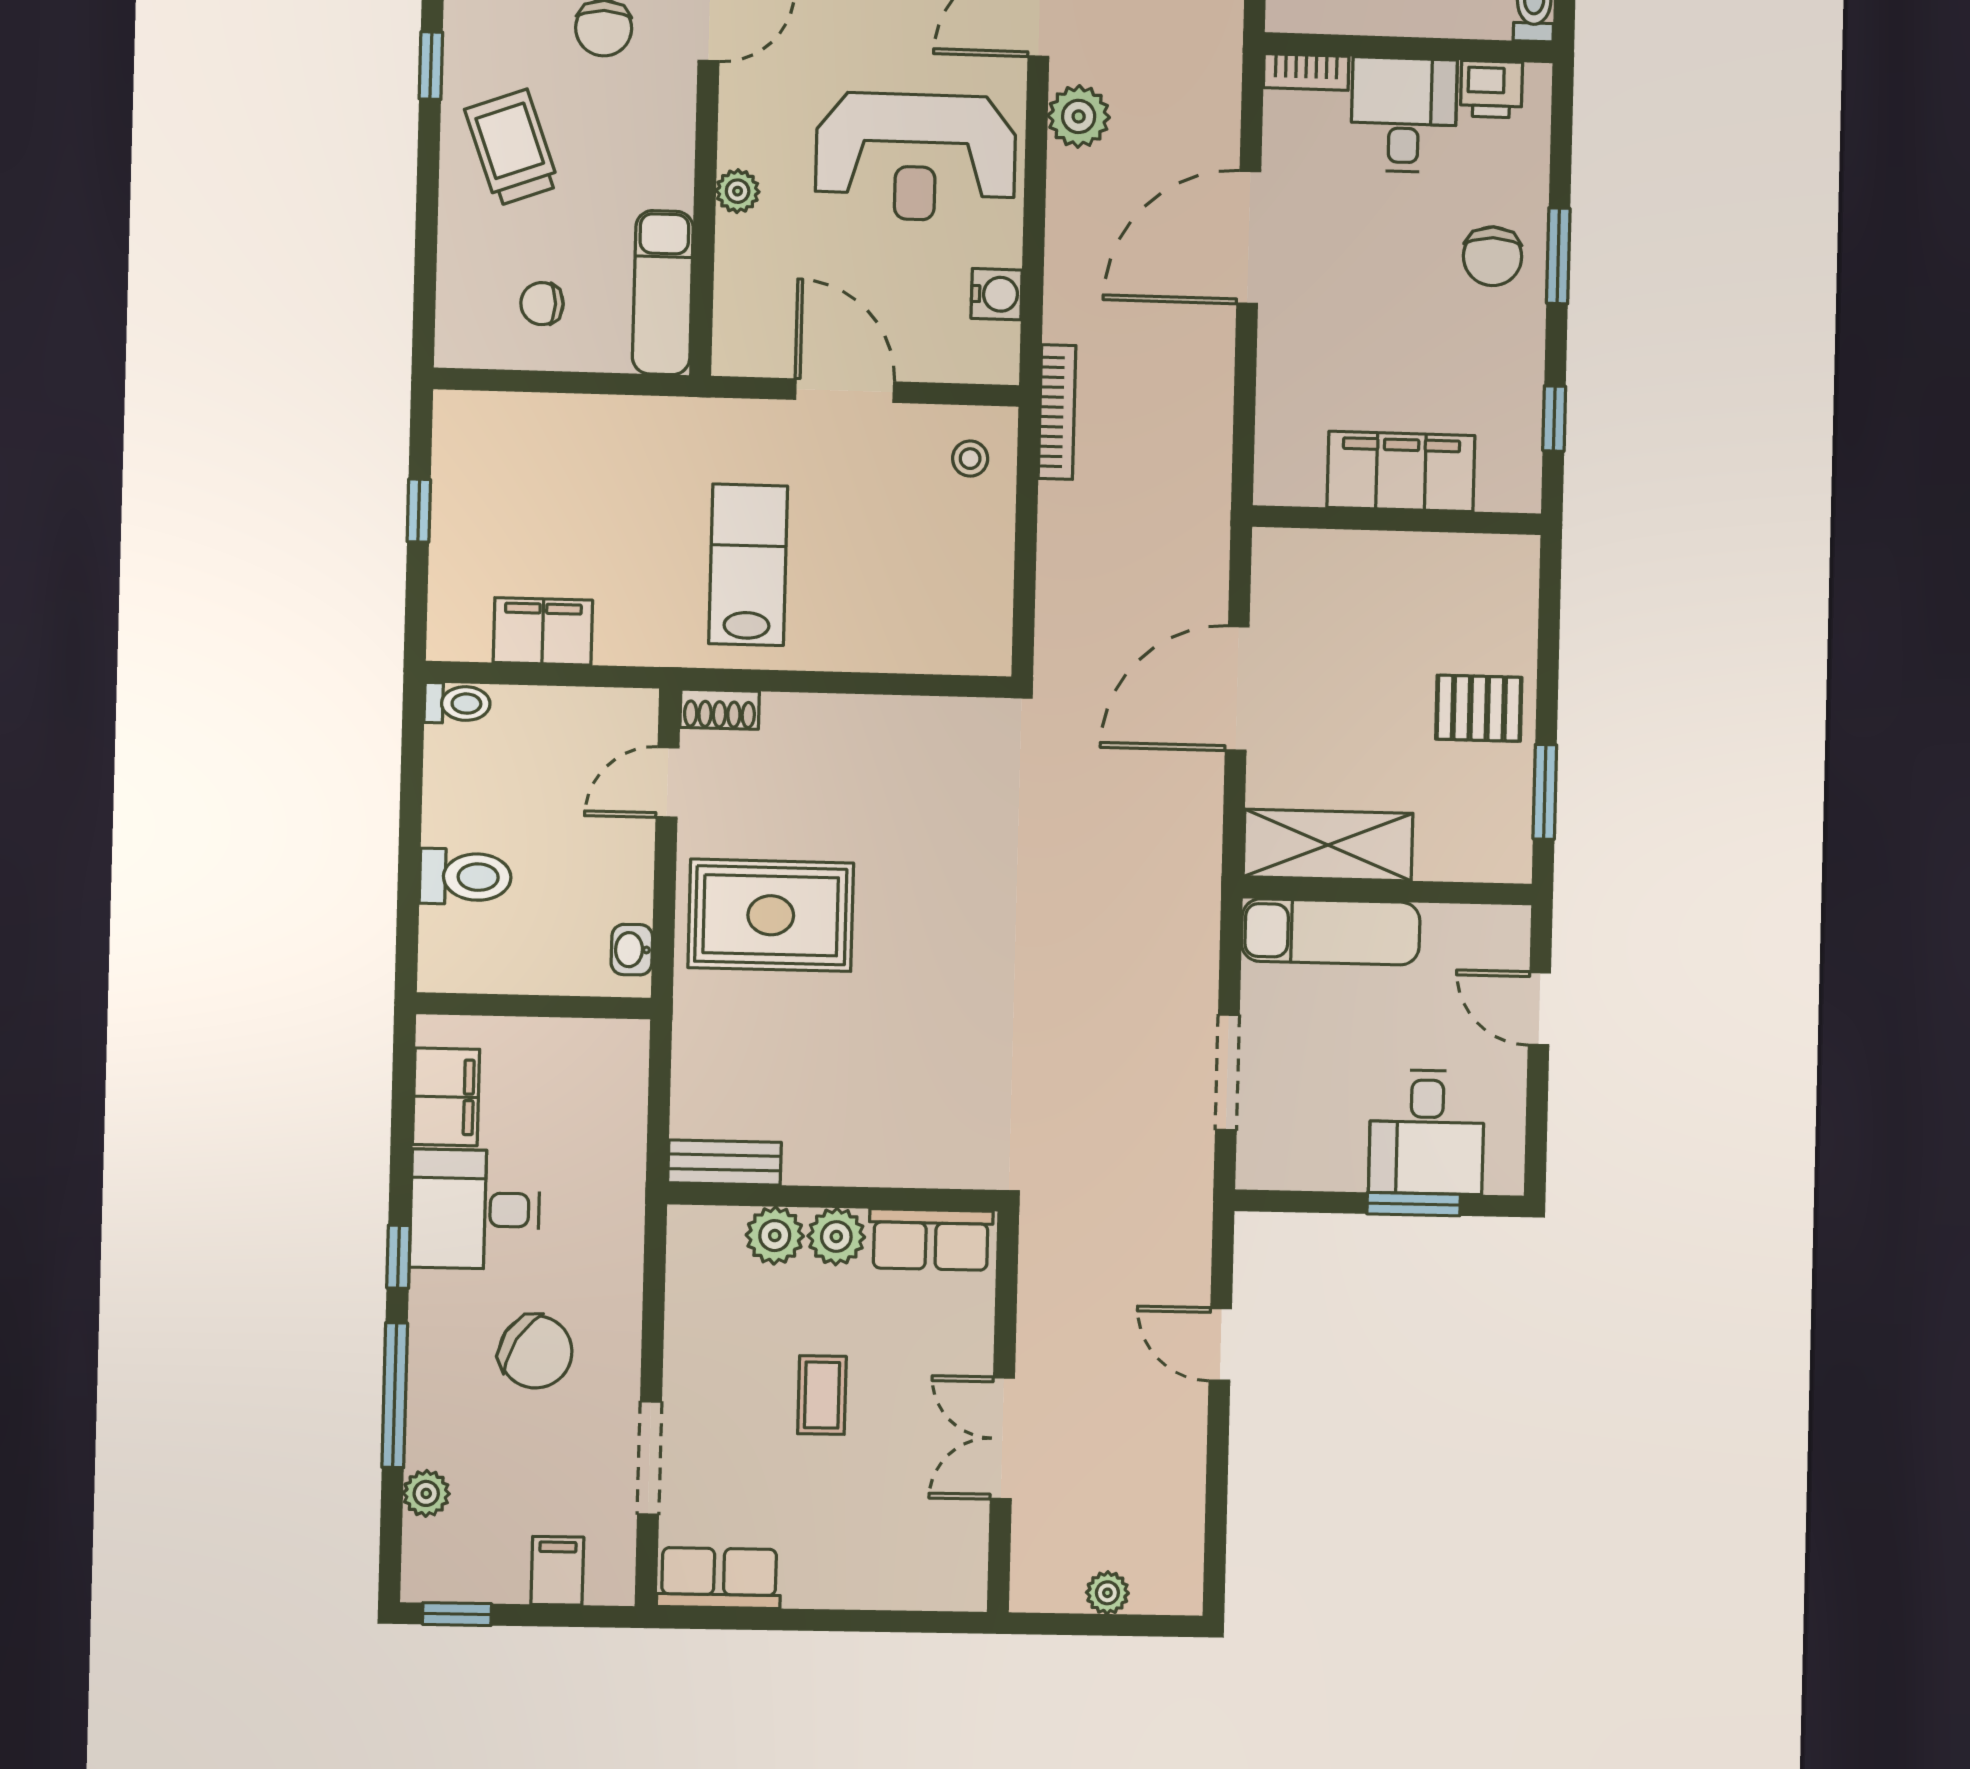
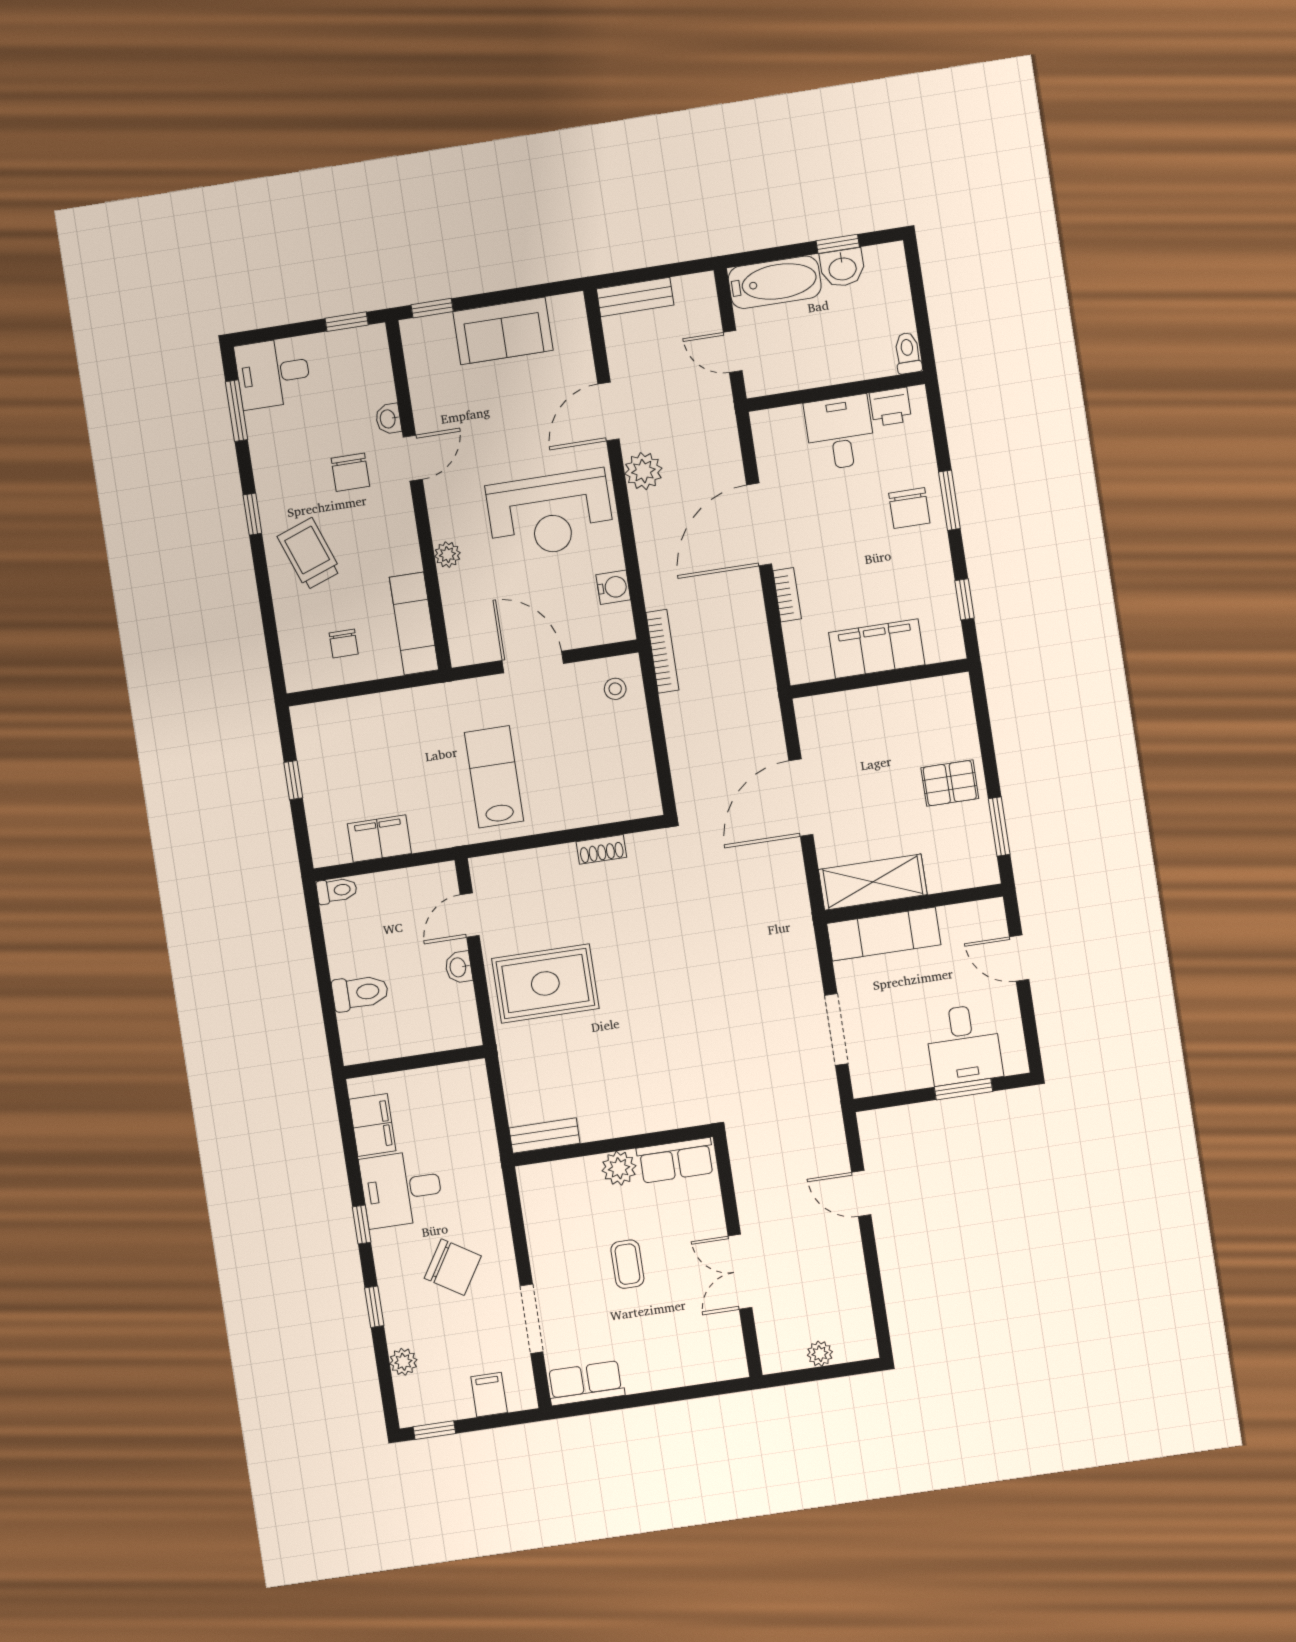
bookcase: (1306, 72) -> (787, 595), moved, turned -90
chair: (542, 304) -> (344, 644), turned -90
shoe rack: (720, 709) -> (601, 849), moved
washbasin: (632, 950) -> (459, 967), moved
plant: (775, 1236) -> (582, 1174), removed
window: (395, 1395) -> (374, 1307), width x0.46

